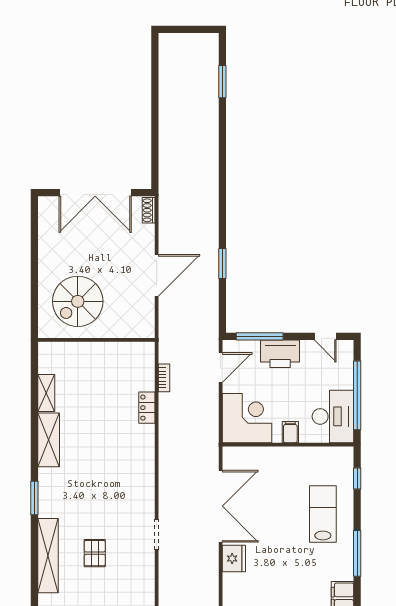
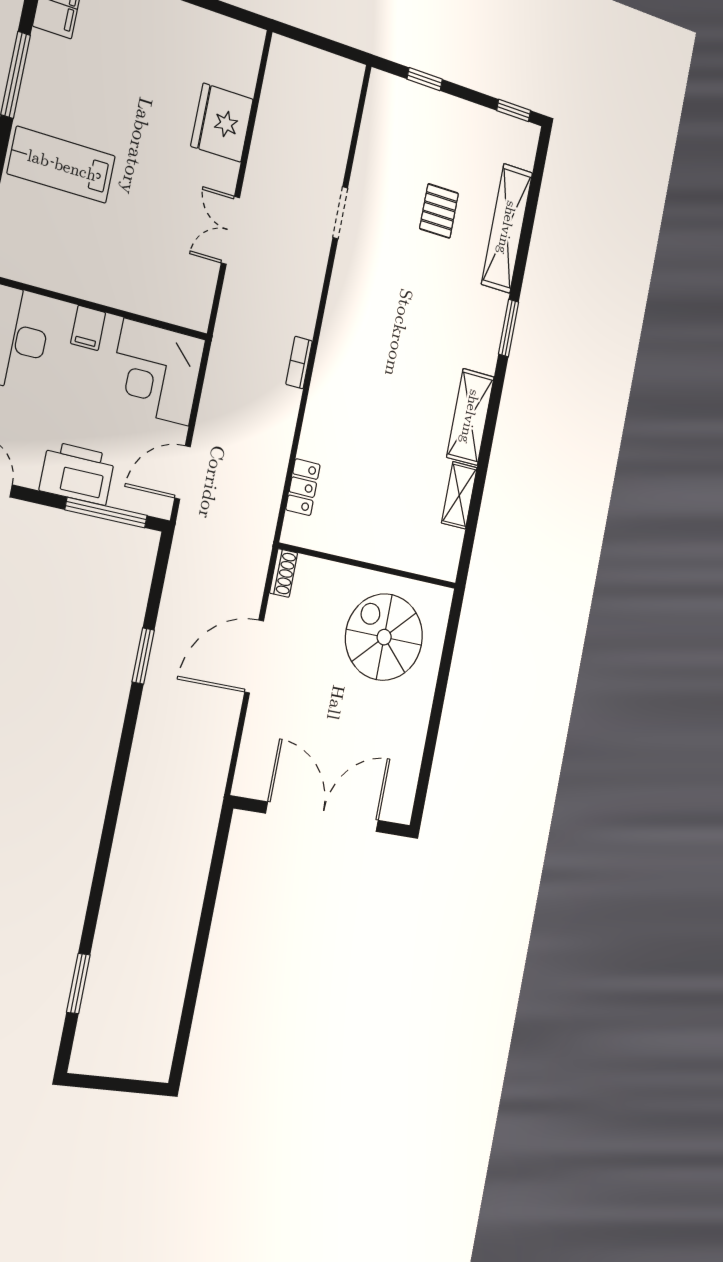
shoe rack: (149, 210) -> (283, 573), moved
spiral stairs: (78, 301) -> (384, 637), turned -90
bookcase: (164, 378) -> (299, 363), moved
locker: (147, 408) -> (303, 487), moved
double door: (221, 506) -> (230, 230), width x0.54
lab bench: (323, 514) -> (62, 165), turned 90
fridge: (234, 558) -> (222, 123), width x1.36, depth x1.34

